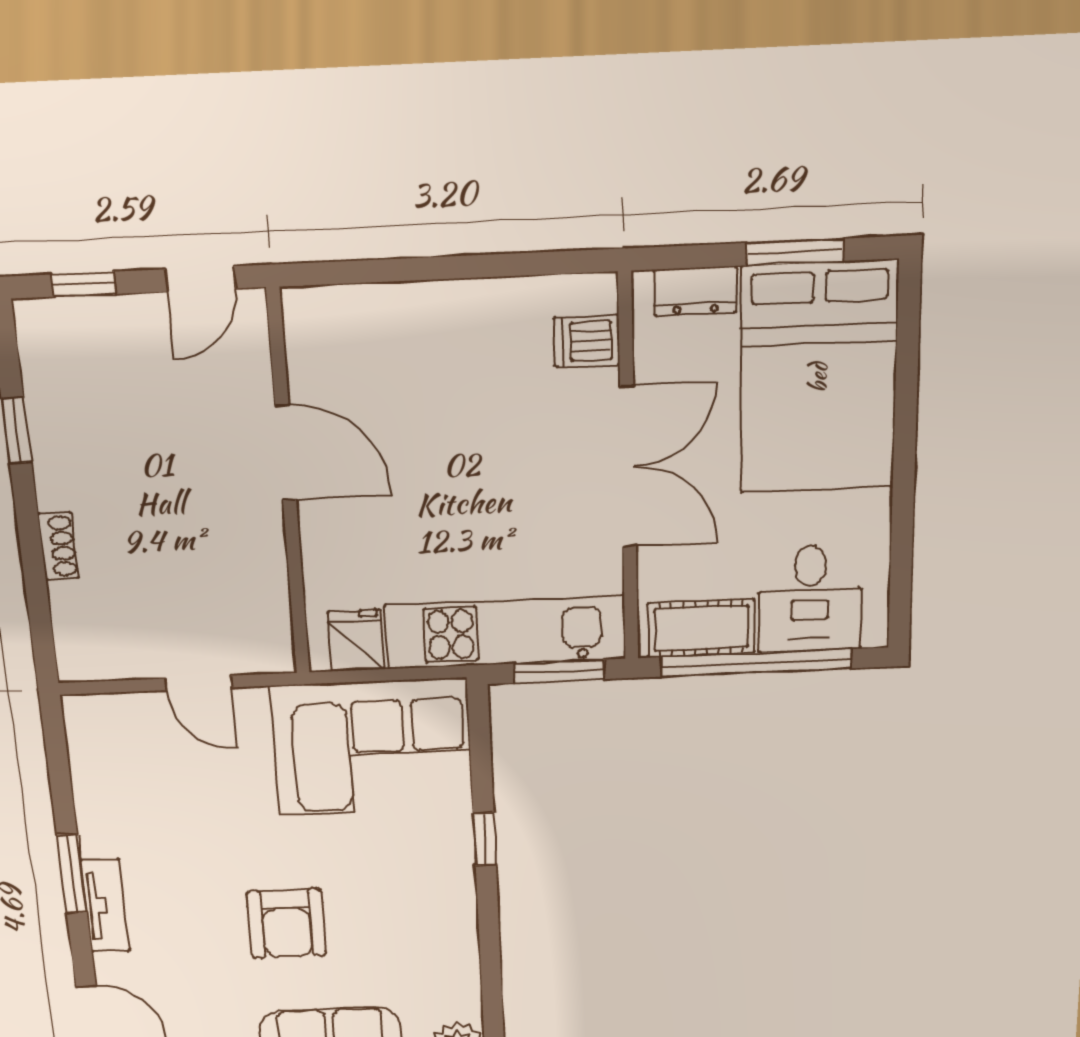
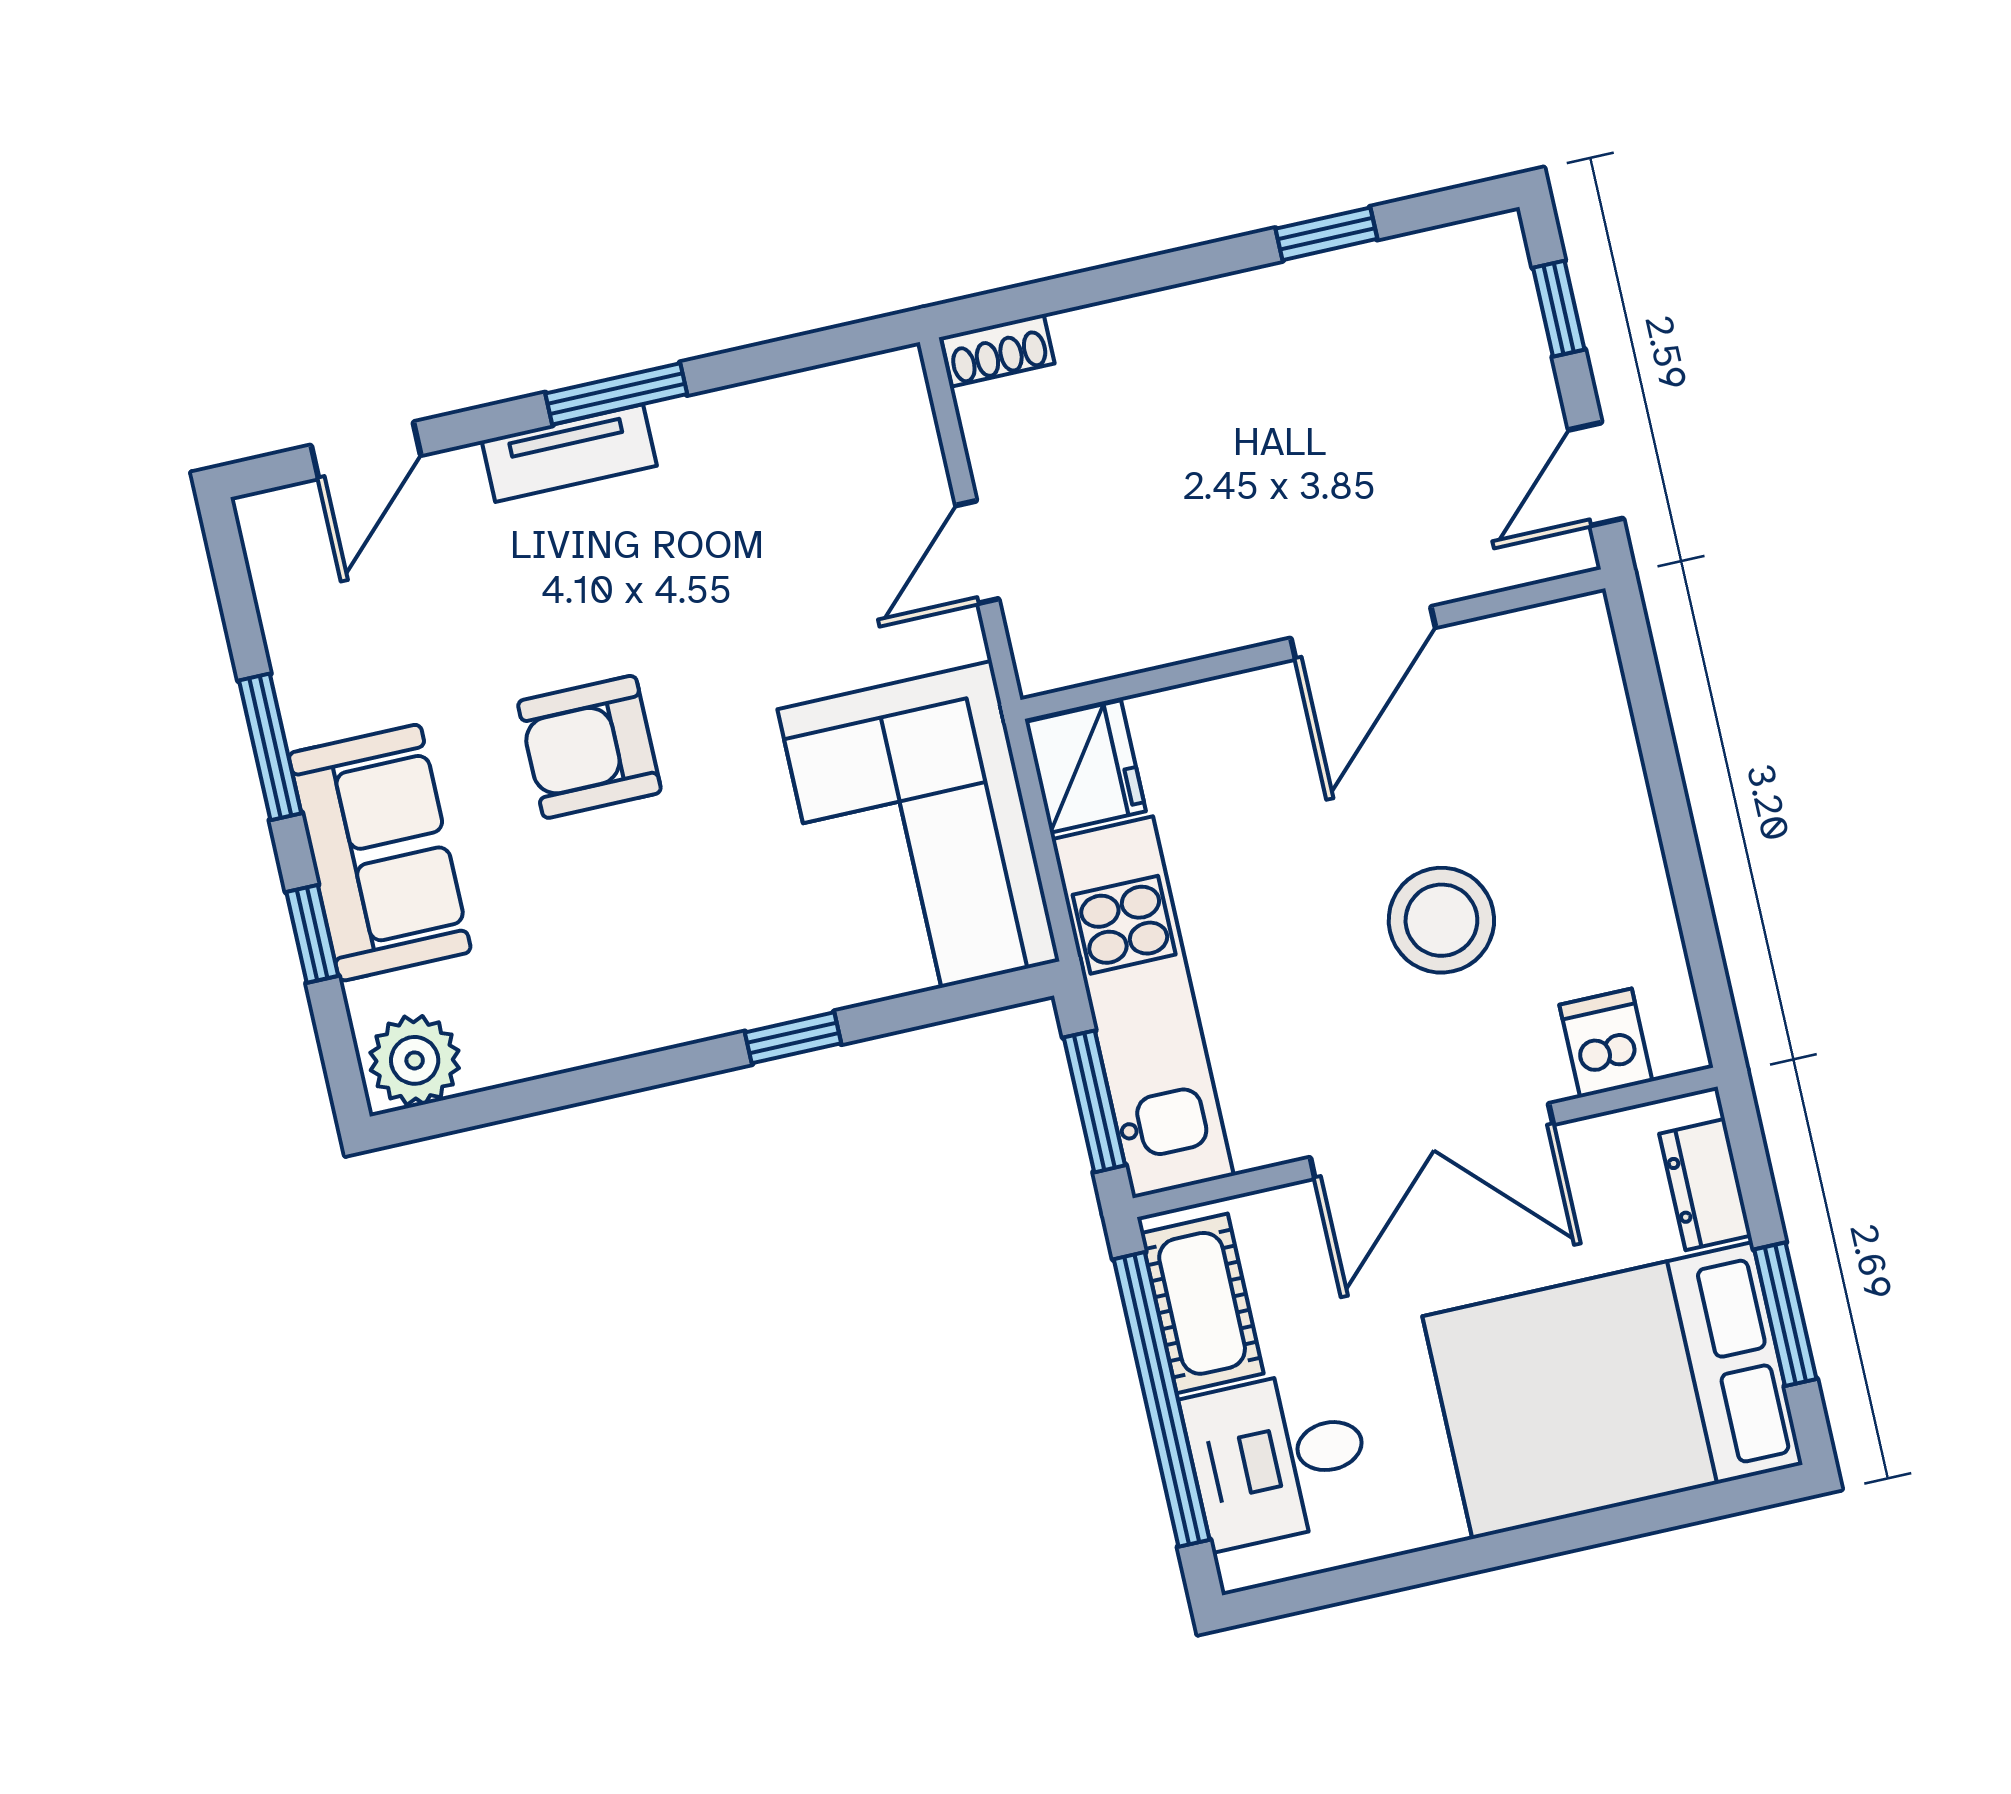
door: (200, 279) -> (1596, 474), hinge flipped
stool: (484, 435) -> (1441, 920), added
shoe rack: (58, 546) -> (998, 350), moved
fridge: (356, 640) -> (1086, 767), width x1.38

